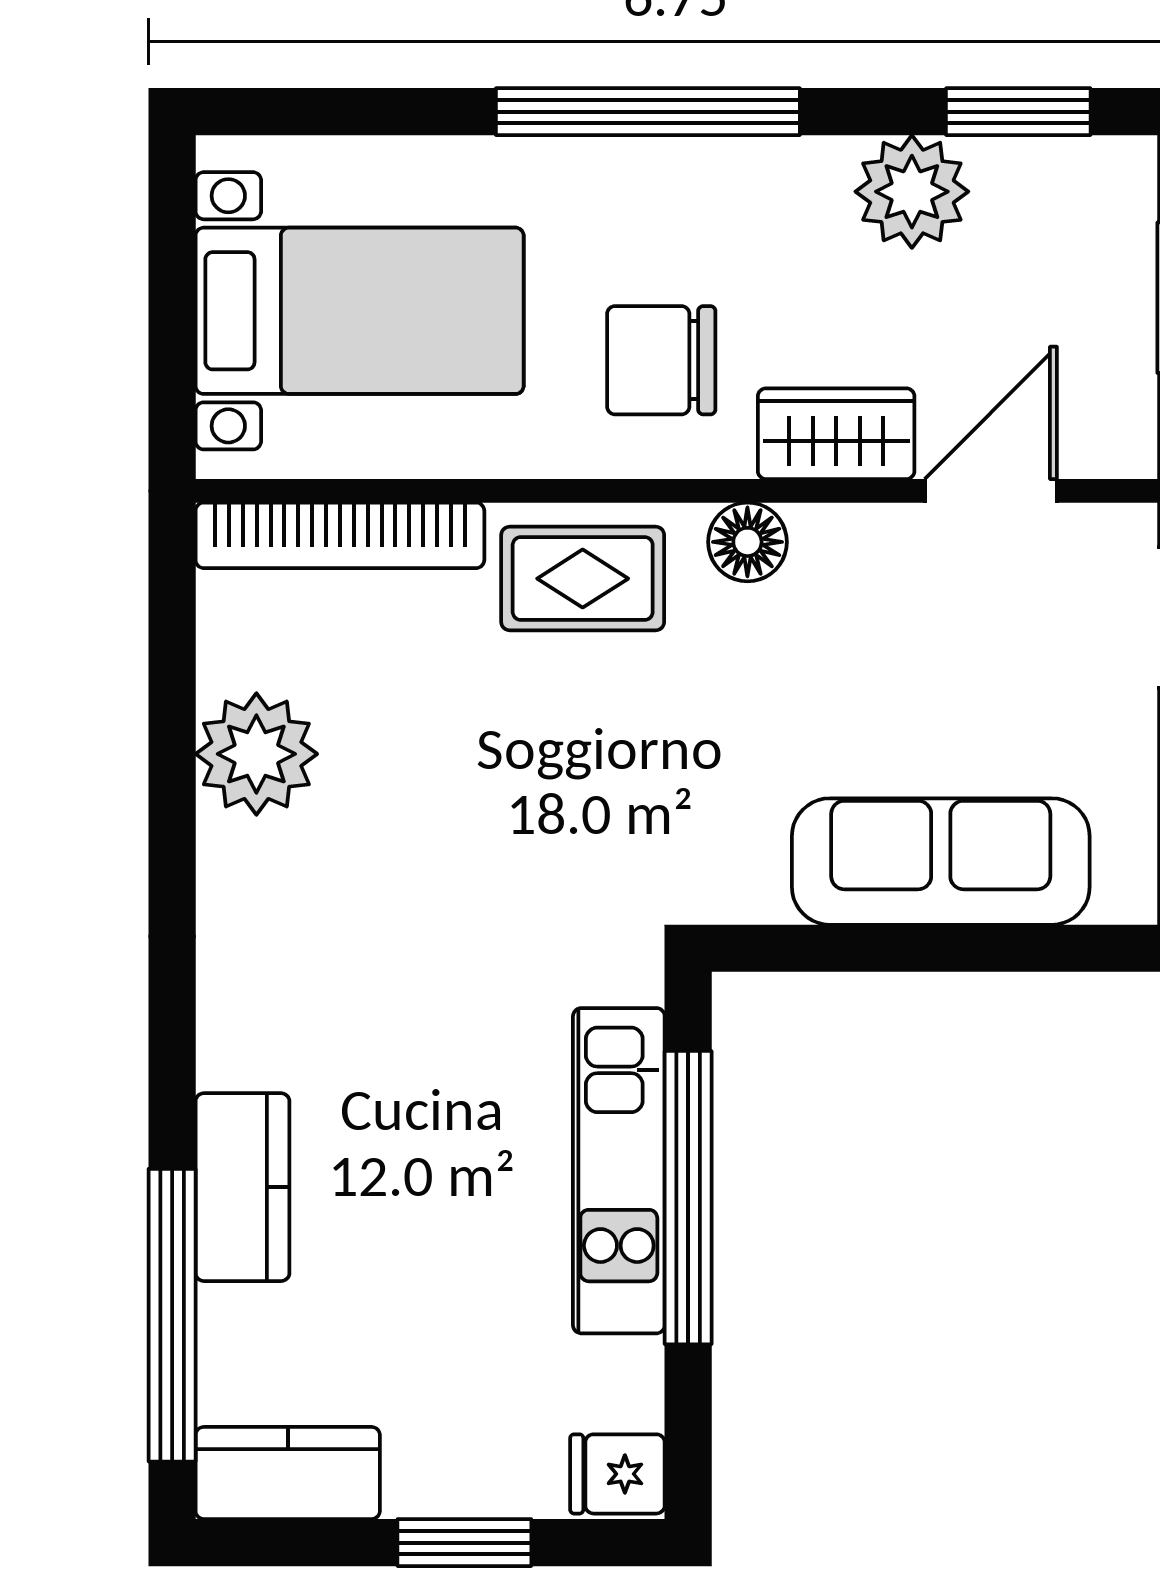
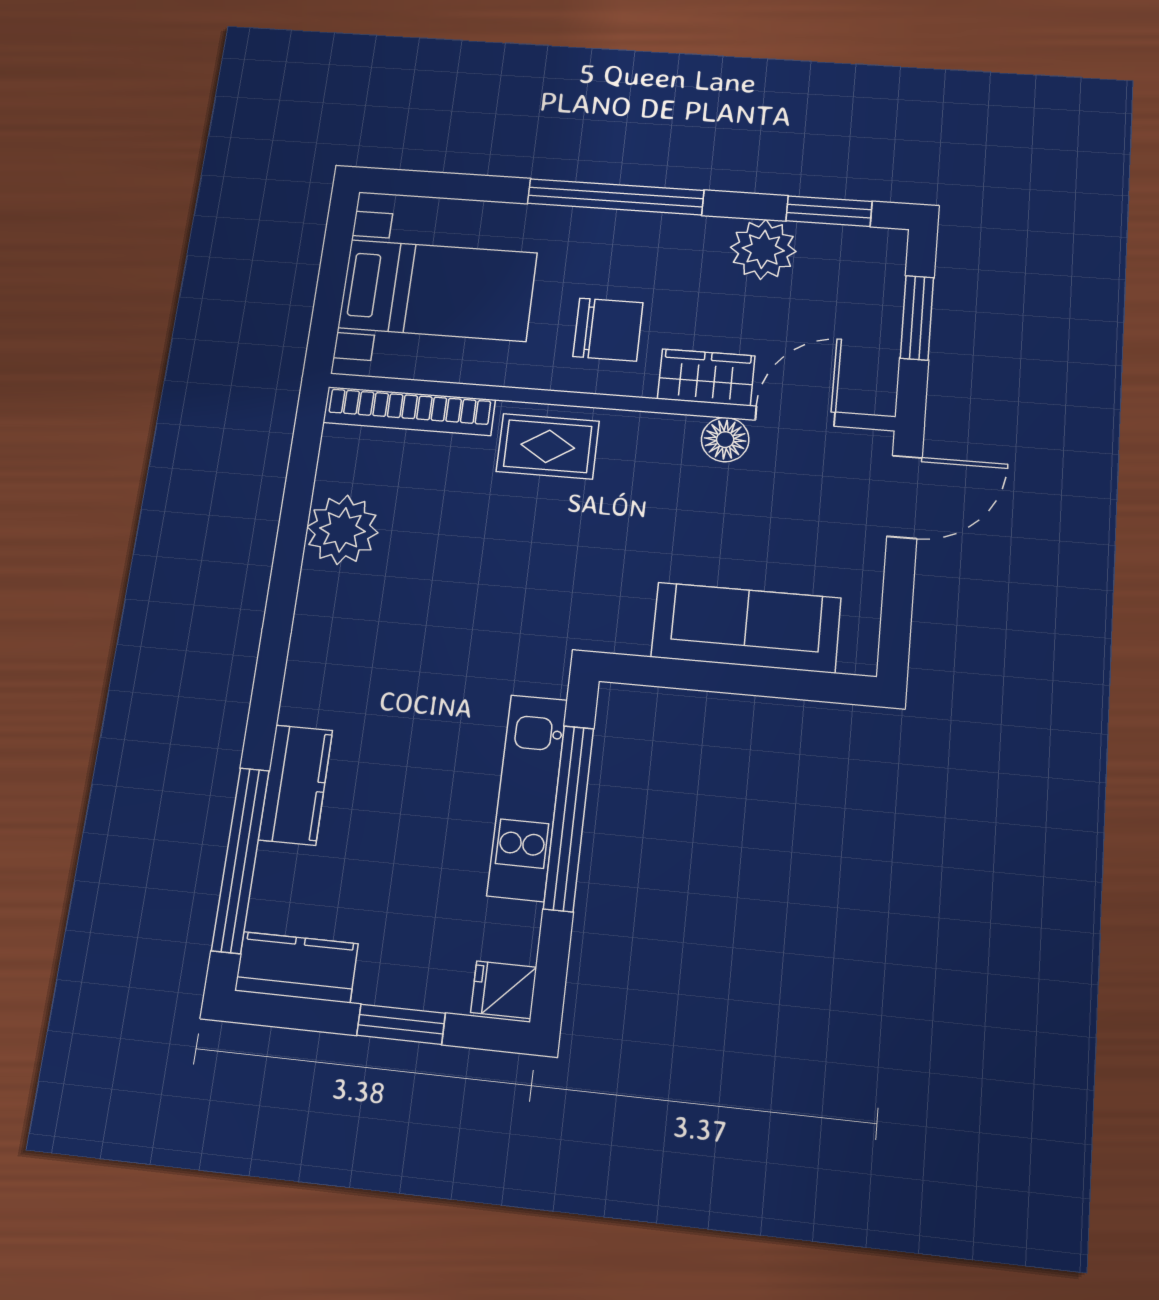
chair: (661, 360) -> (608, 330), turned 180
floor lamp: (747, 542) -> (725, 440), moved

